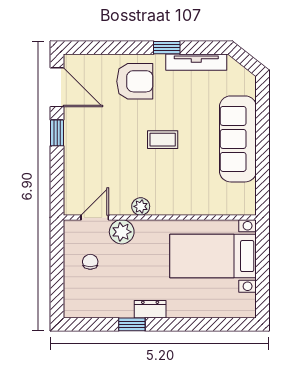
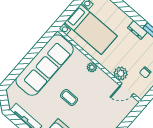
sofa: (238, 139) -> (45, 65), width x1.36, depth x1.27
plant: (141, 206) -> (92, 67), moved

